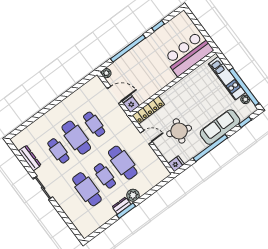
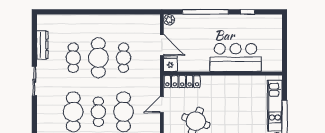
bar counter: (188, 54) -> (236, 58), moved
door: (146, 137) -> (162, 105), swing flipped

